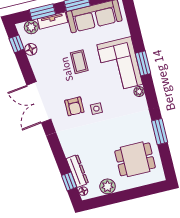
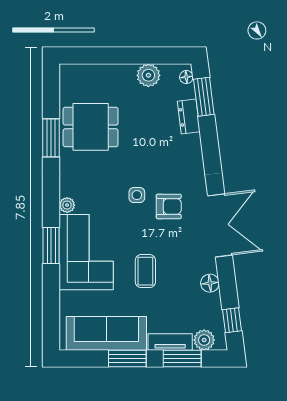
floor lamp: (31, 49) -> (210, 283), moved
armchair: (74, 106) -> (169, 206), turned 90
dining table: (135, 159) -> (91, 127), moved
dresser: (77, 171) -> (189, 116), width x0.70
window: (69, 181) -> (204, 97), width x1.50

